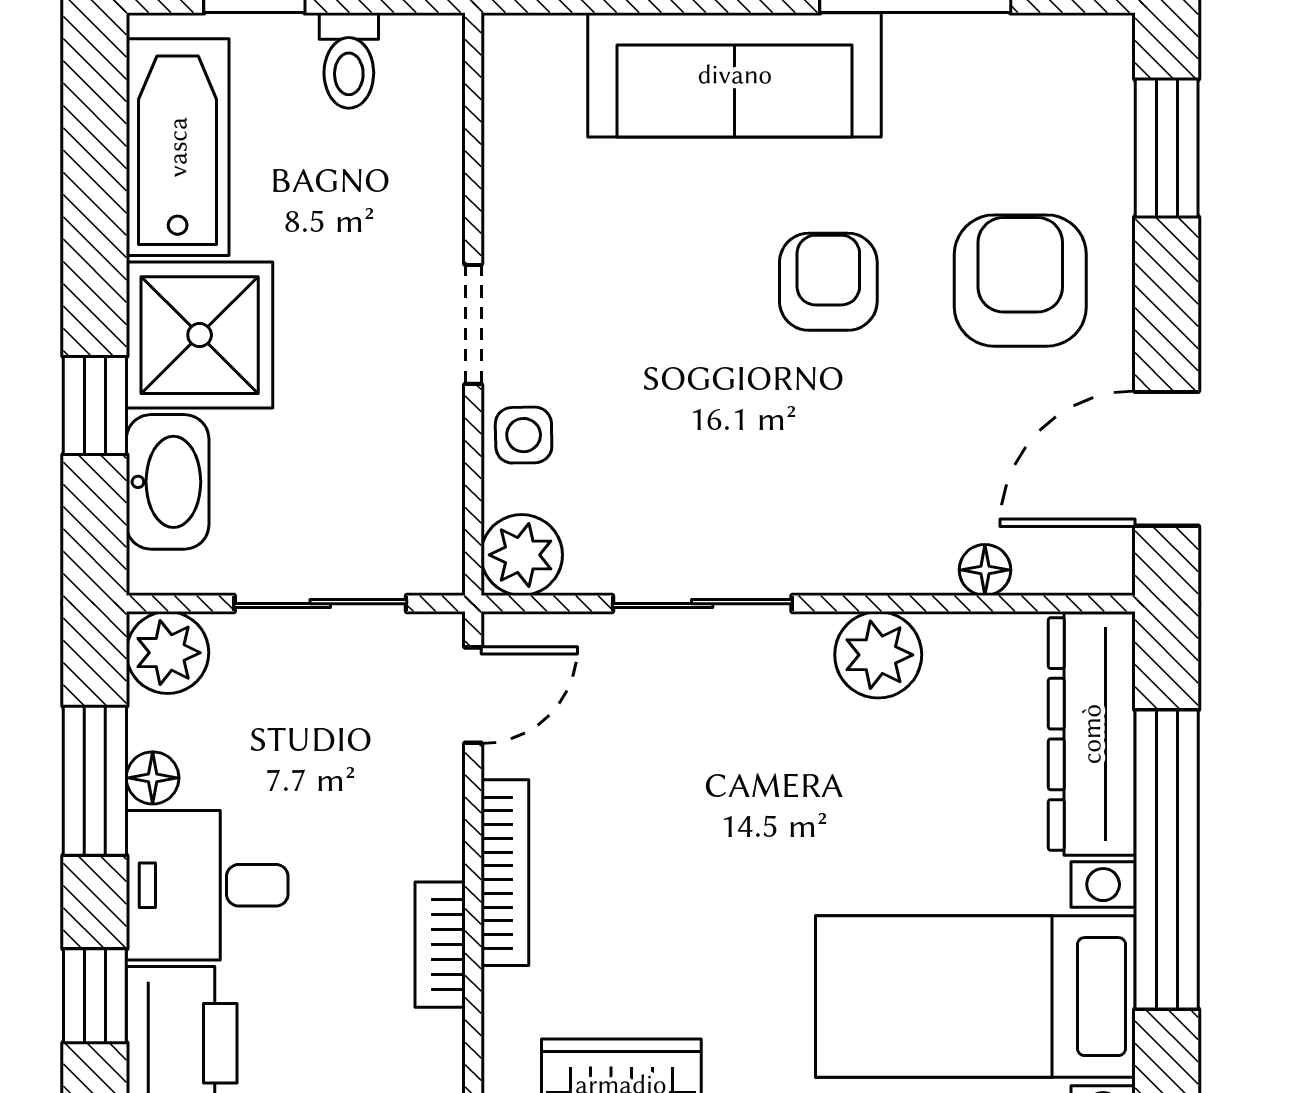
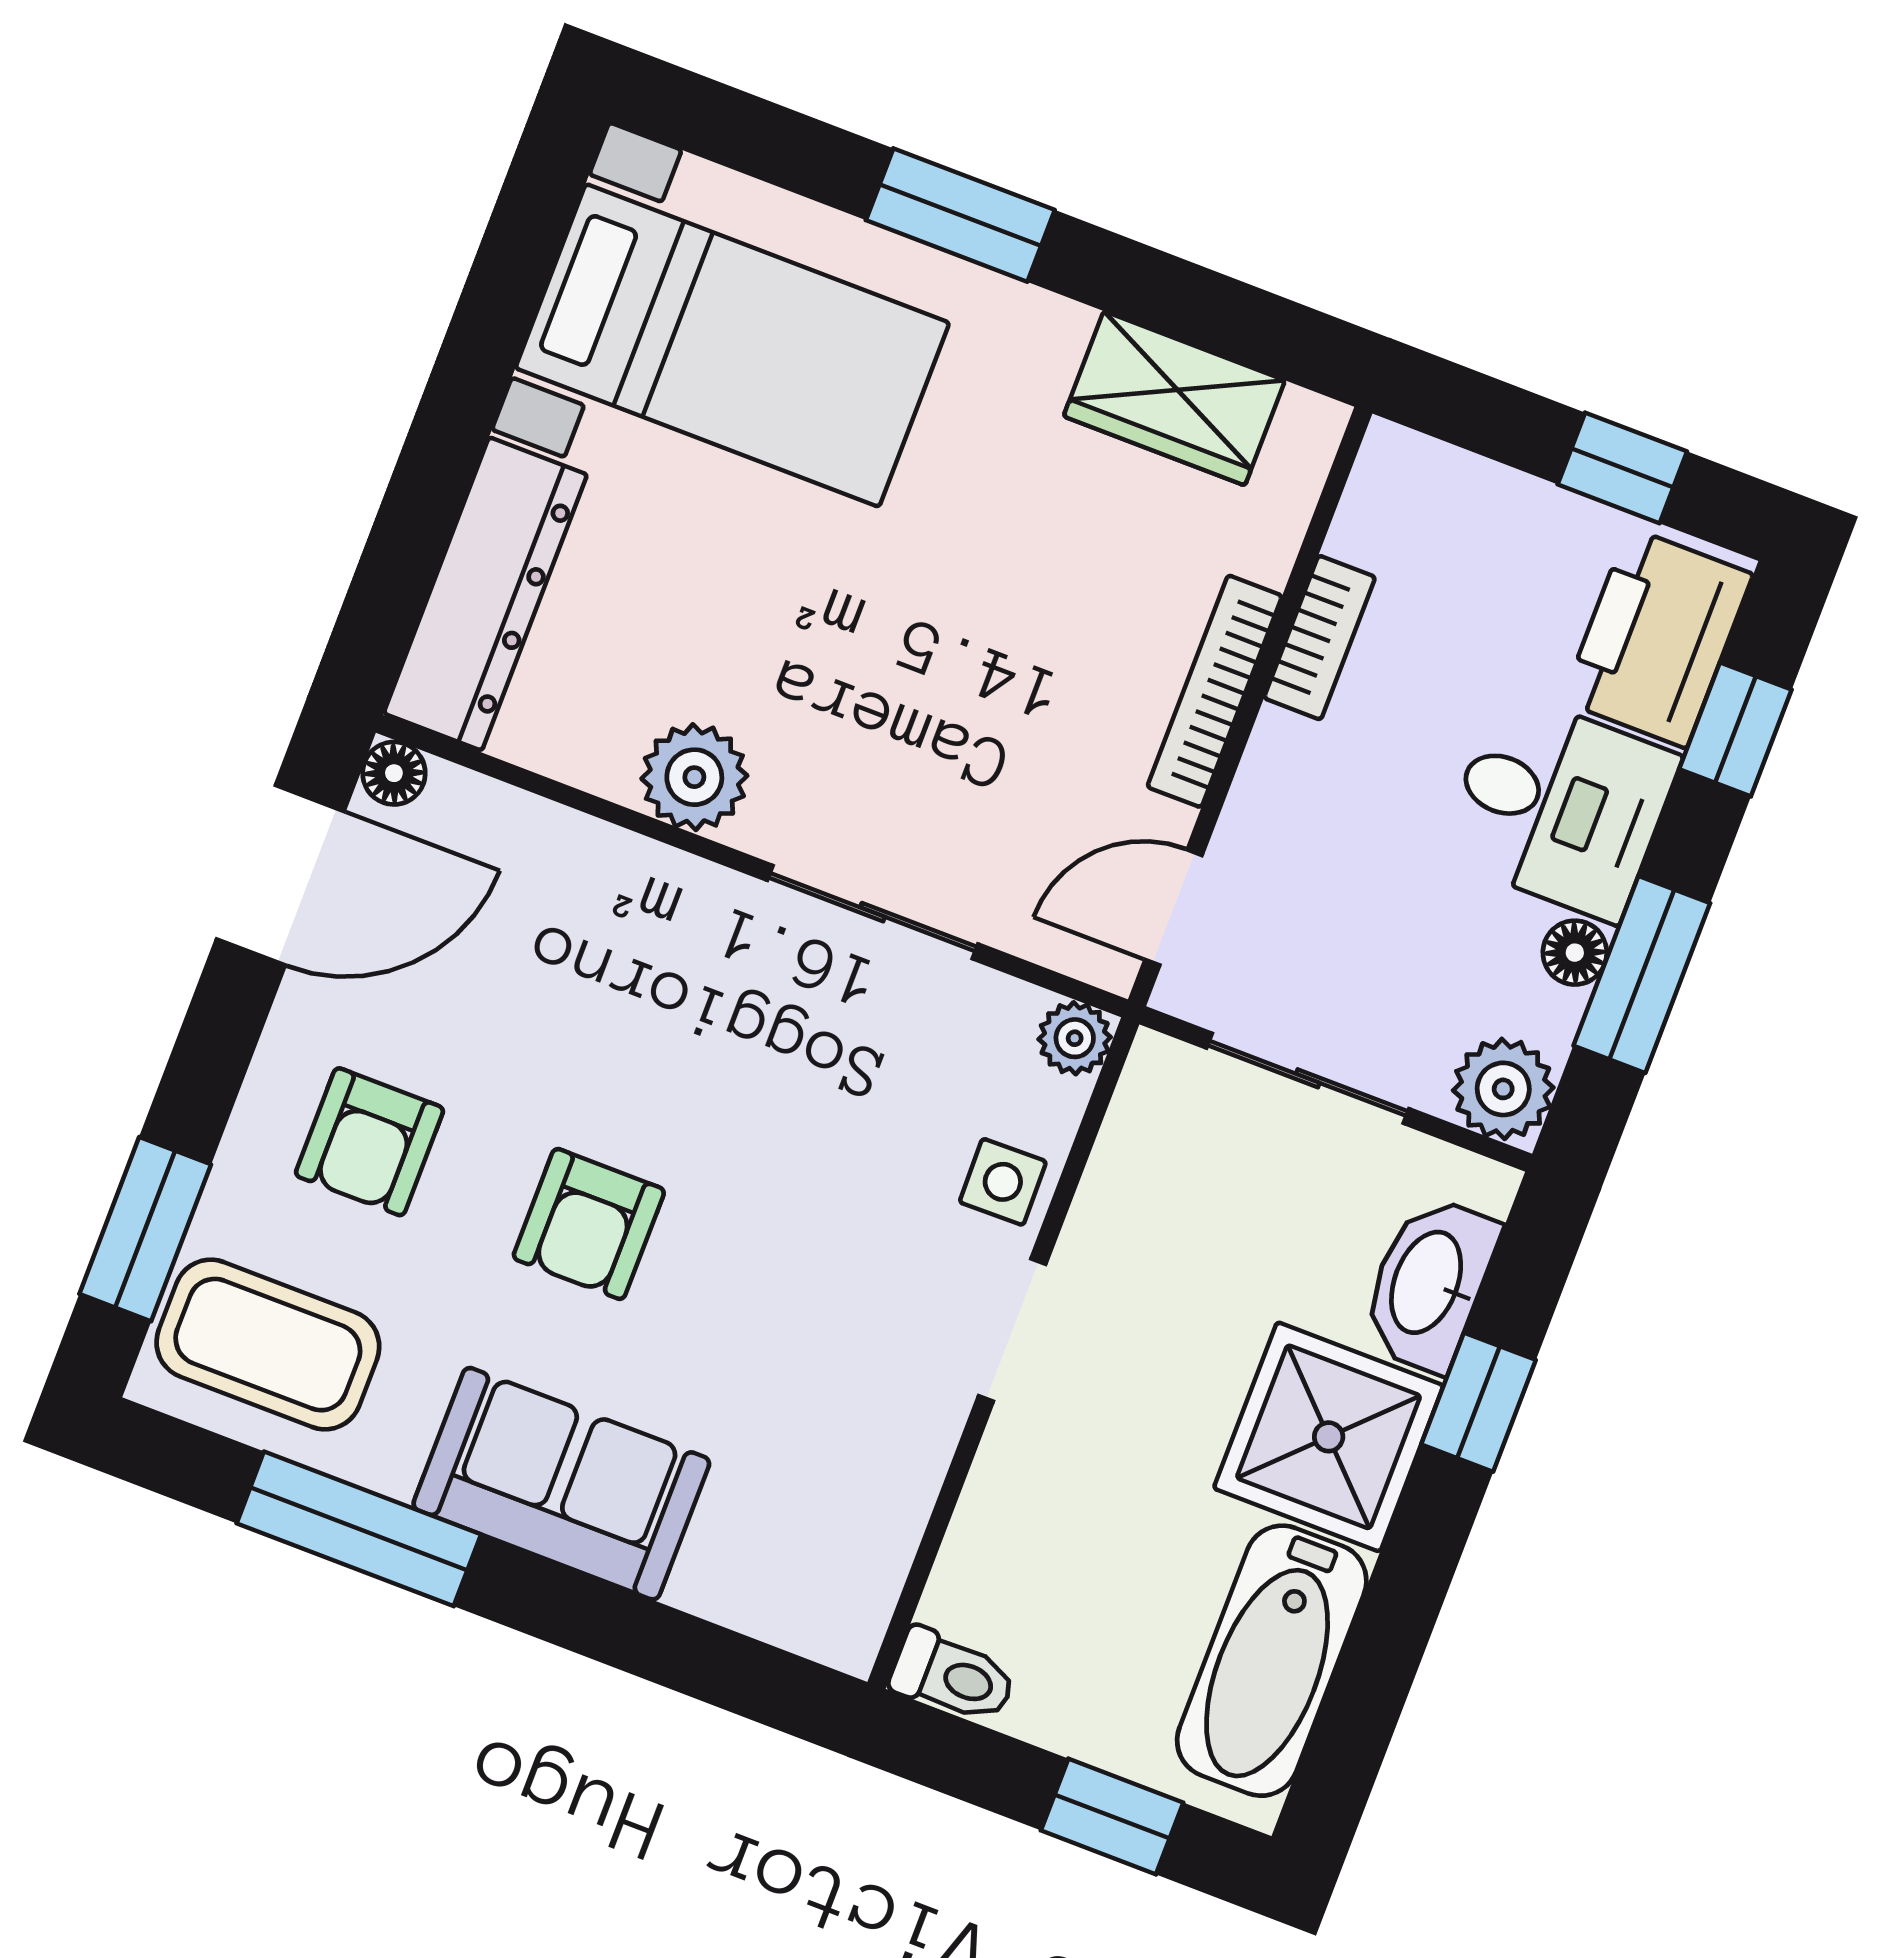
toilet: (349, 60) -> (953, 1676), moved, turned 90
sofa: (735, 75) -> (561, 1484), width x0.73
coffee table: (1039, 96) -> (268, 1345), added
armchair: (1020, 281) -> (369, 1142), width x0.72, depth x0.72
plant: (522, 555) -> (1075, 1038), width x0.73, depth x0.73
floor lamp: (985, 570) -> (394, 773), moved
window: (1167, 859) -> (455, 418), removed

